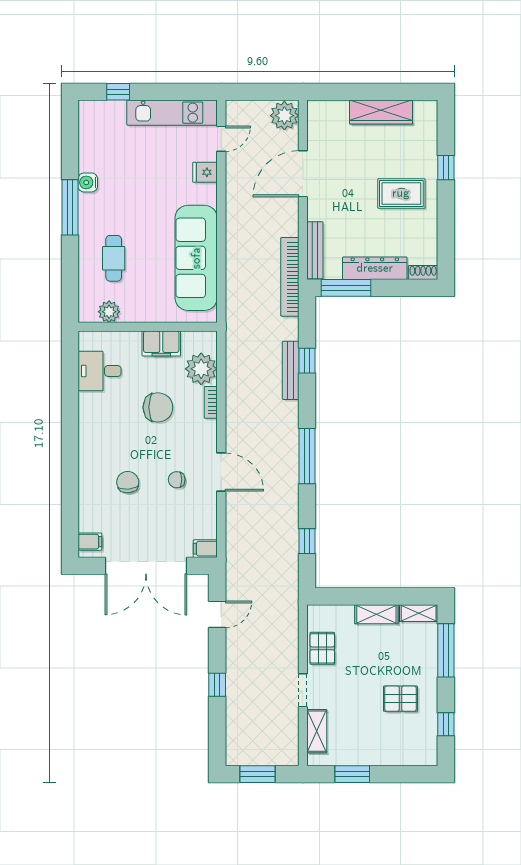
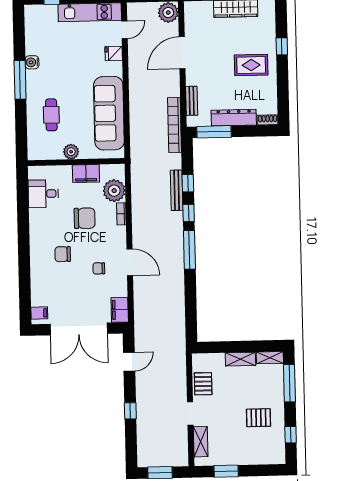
bench: (315, 250) -> (192, 101), width x0.73
plant: (109, 312) -> (71, 152), moved
chair: (128, 482) -> (63, 254), moved, turned -85
window: (307, 541) -> (189, 213), moved
filing cabinet: (205, 549) -> (120, 310), width x2.00

